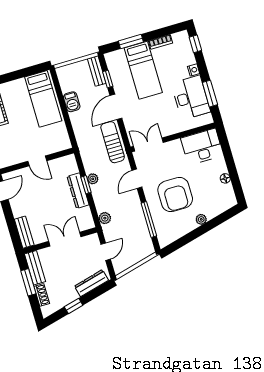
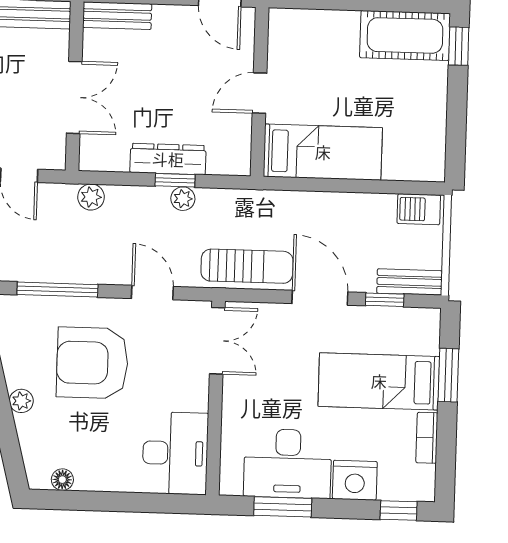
nightstand: (194, 70) -> (355, 480), width x1.89, depth x1.79
bed: (43, 99) -> (323, 152), moved, turned 180
barbecue: (72, 102) -> (419, 209), moved
floor lamp: (225, 178) -> (62, 480), moved

